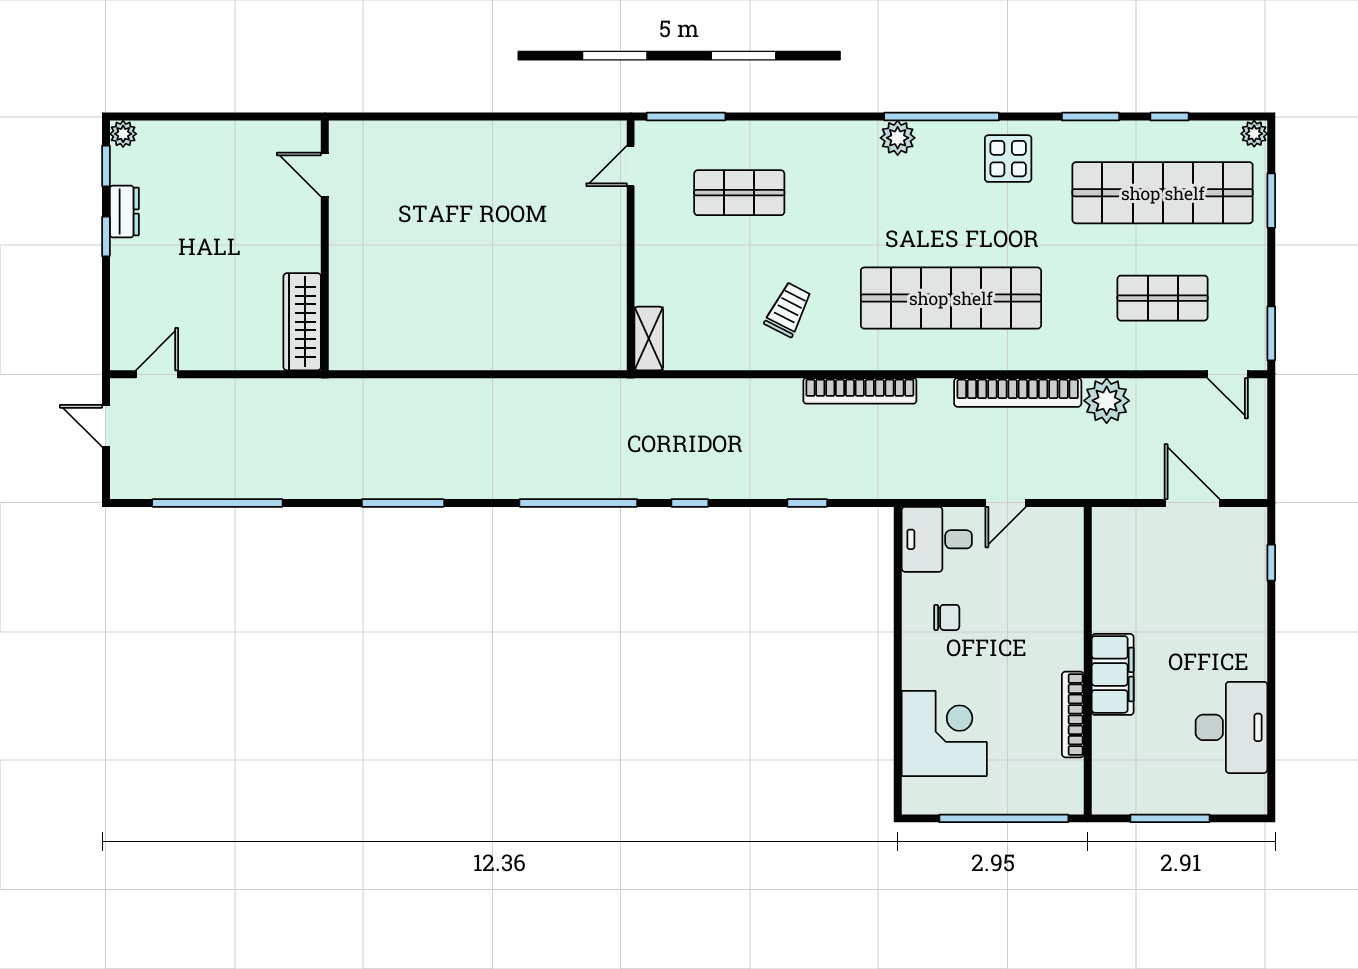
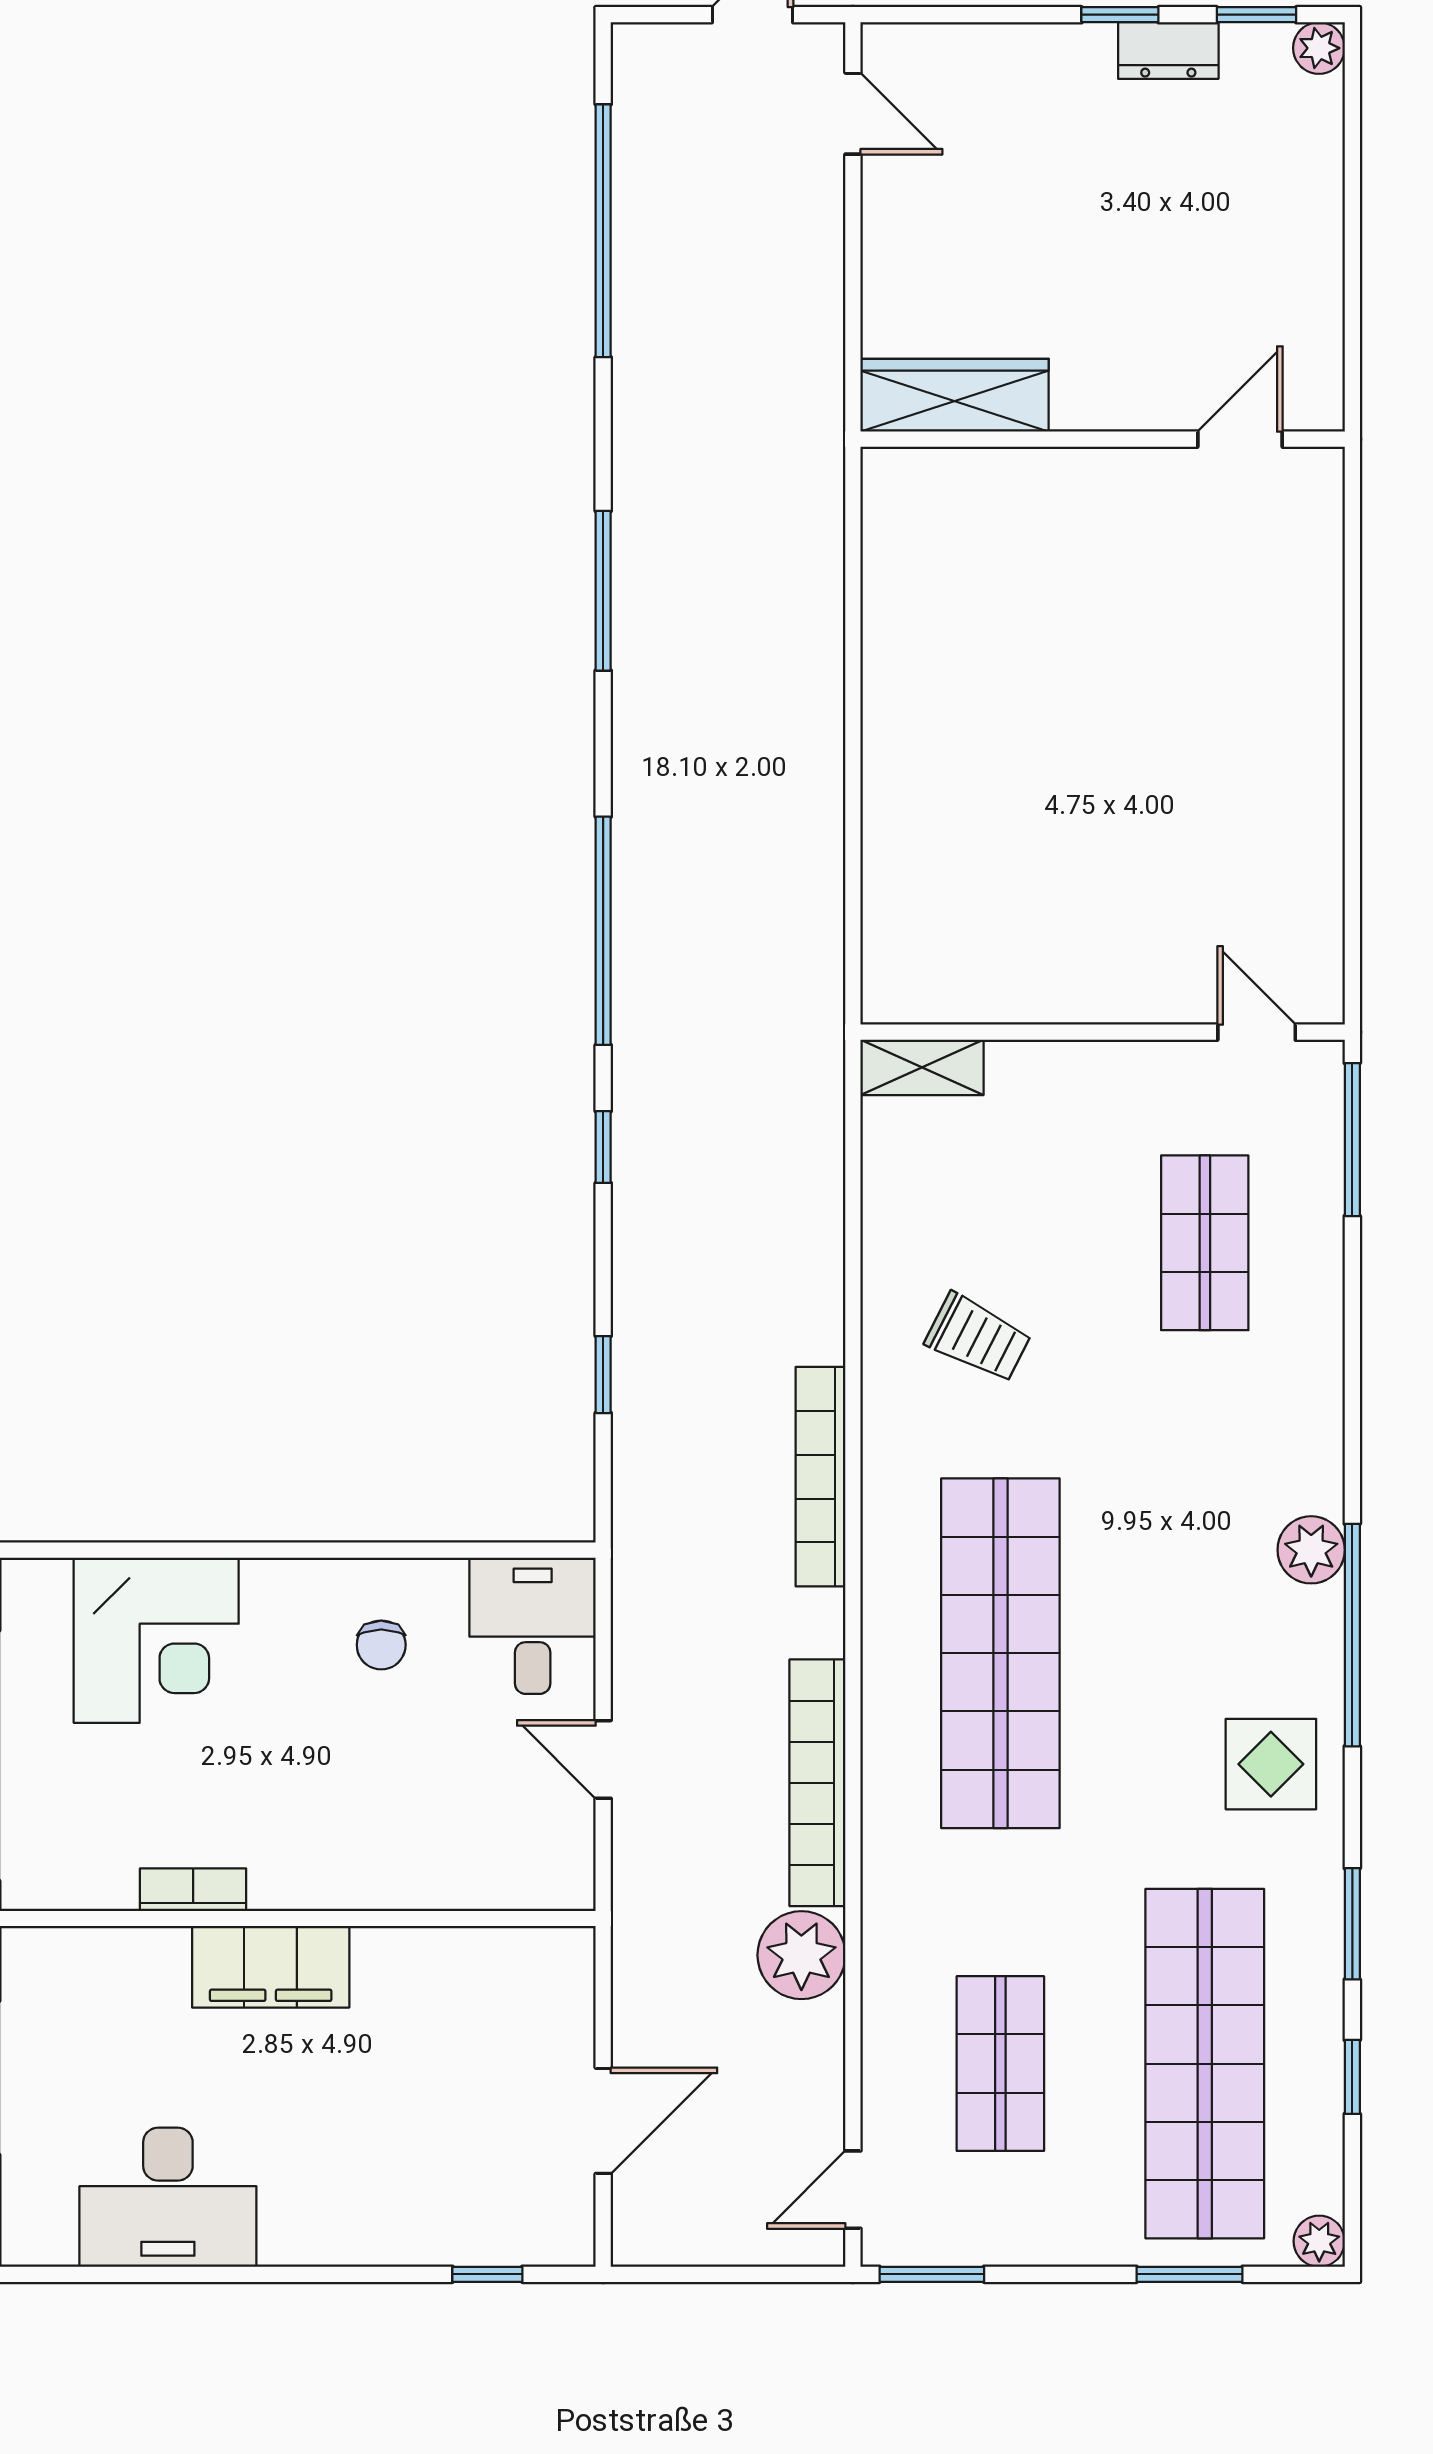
bookcase: (1073, 714) -> (193, 1890), width x0.64

